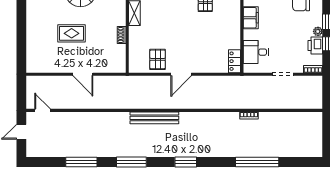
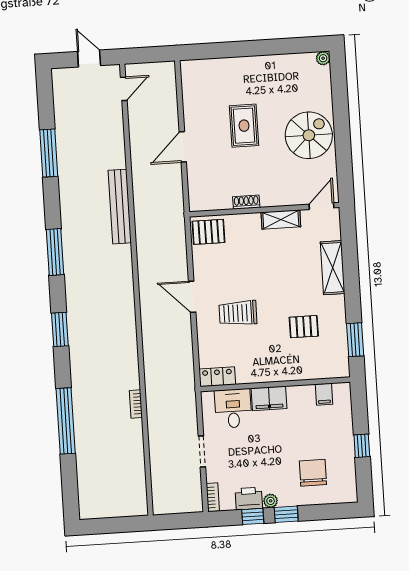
filing cabinet: (251, 18) -> (269, 398), moved
trolley: (194, 45) -> (238, 313), added
pallet: (158, 59) -> (209, 232), moved
bench: (154, 118) -> (120, 207), moved
window: (131, 162) -> (55, 252), moved
window: (186, 162) -> (60, 329), moved

